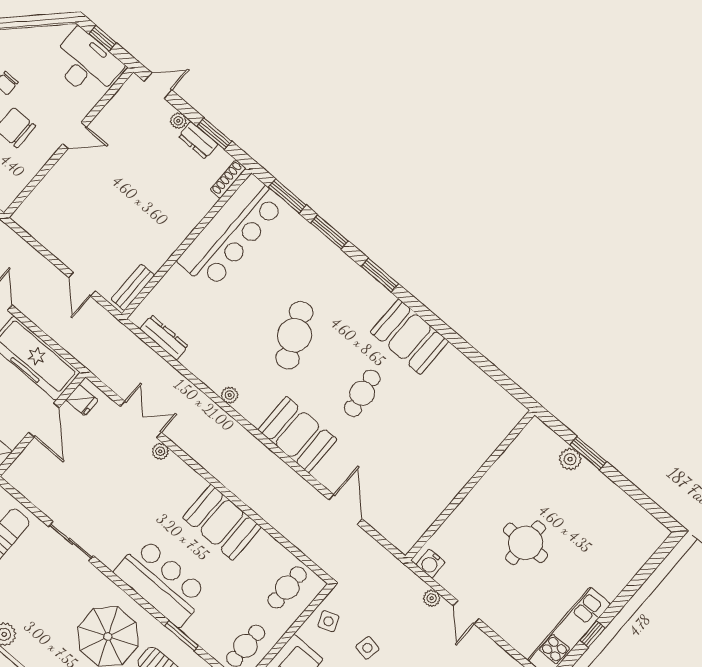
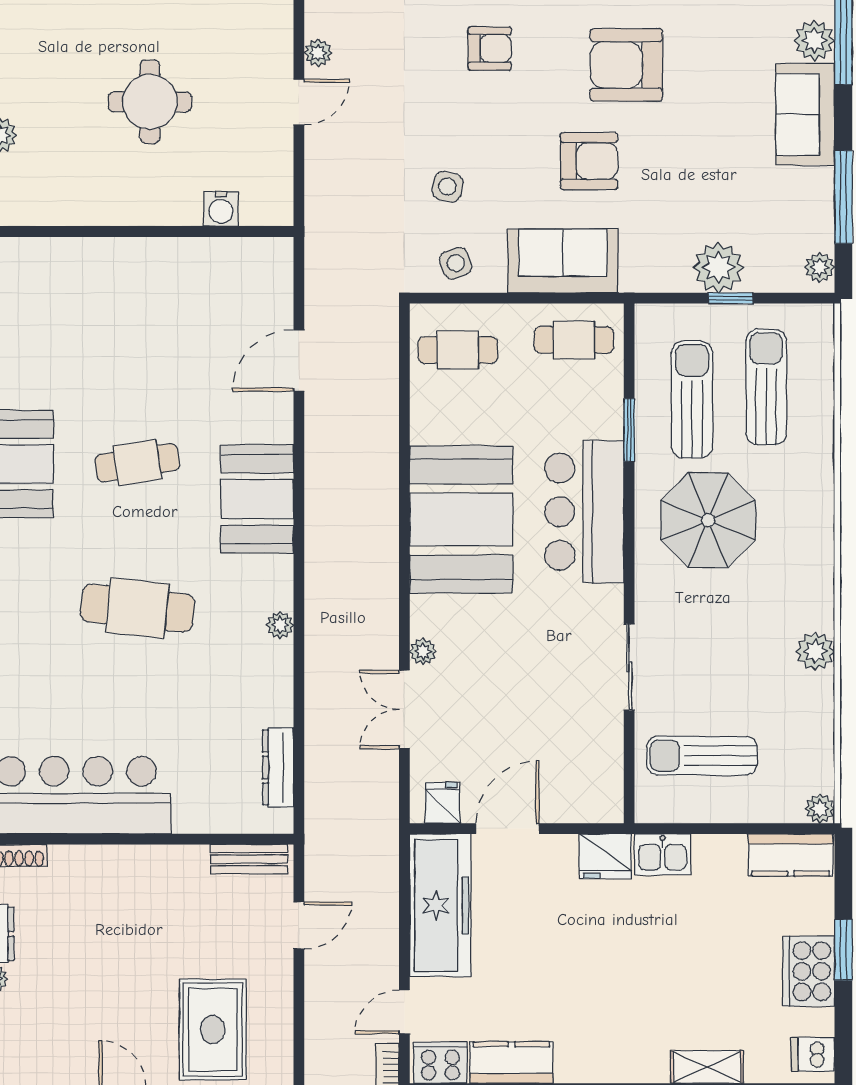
rug: (68, 202) -> (213, 1030), added
cafe table: (294, 335) -> (137, 608), turned 30
booth: (222, 522) -> (461, 519), width x1.36, depth x1.42
water cooler: (431, 564) -> (221, 209), moved, turned 90
plant: (432, 598) -> (318, 53), moved

